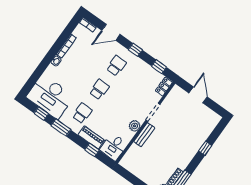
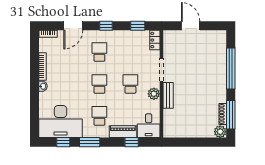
school desk: (122, 106) -> (130, 84), added
window: (205, 148) -> (231, 69), width x3.17

